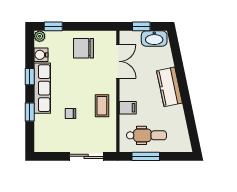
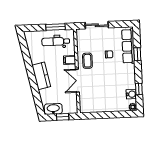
window: (53, 26) -> (124, 114), removed
chair: (84, 48) -> (102, 100), removed
double door: (118, 61) -> (77, 81), moved
window: (30, 77) -> (139, 89), moved
row of seats: (42, 88) -> (128, 46), moved

